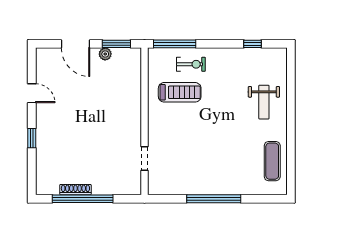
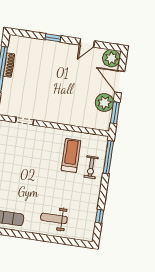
door: (76, 44) -> (120, 82), hinge flipped
plant: (105, 54) -> (104, 103), width x1.88, depth x1.88
plant: (47, 59) -> (111, 58), added
treadmill: (180, 92) -> (71, 155), turned 180

